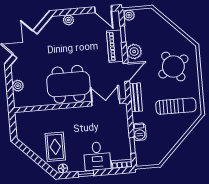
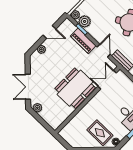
door: (103, 9) -> (49, 32), moved
plant: (134, 51) -> (85, 21), moved
plant: (18, 86) -> (37, 108), moved

